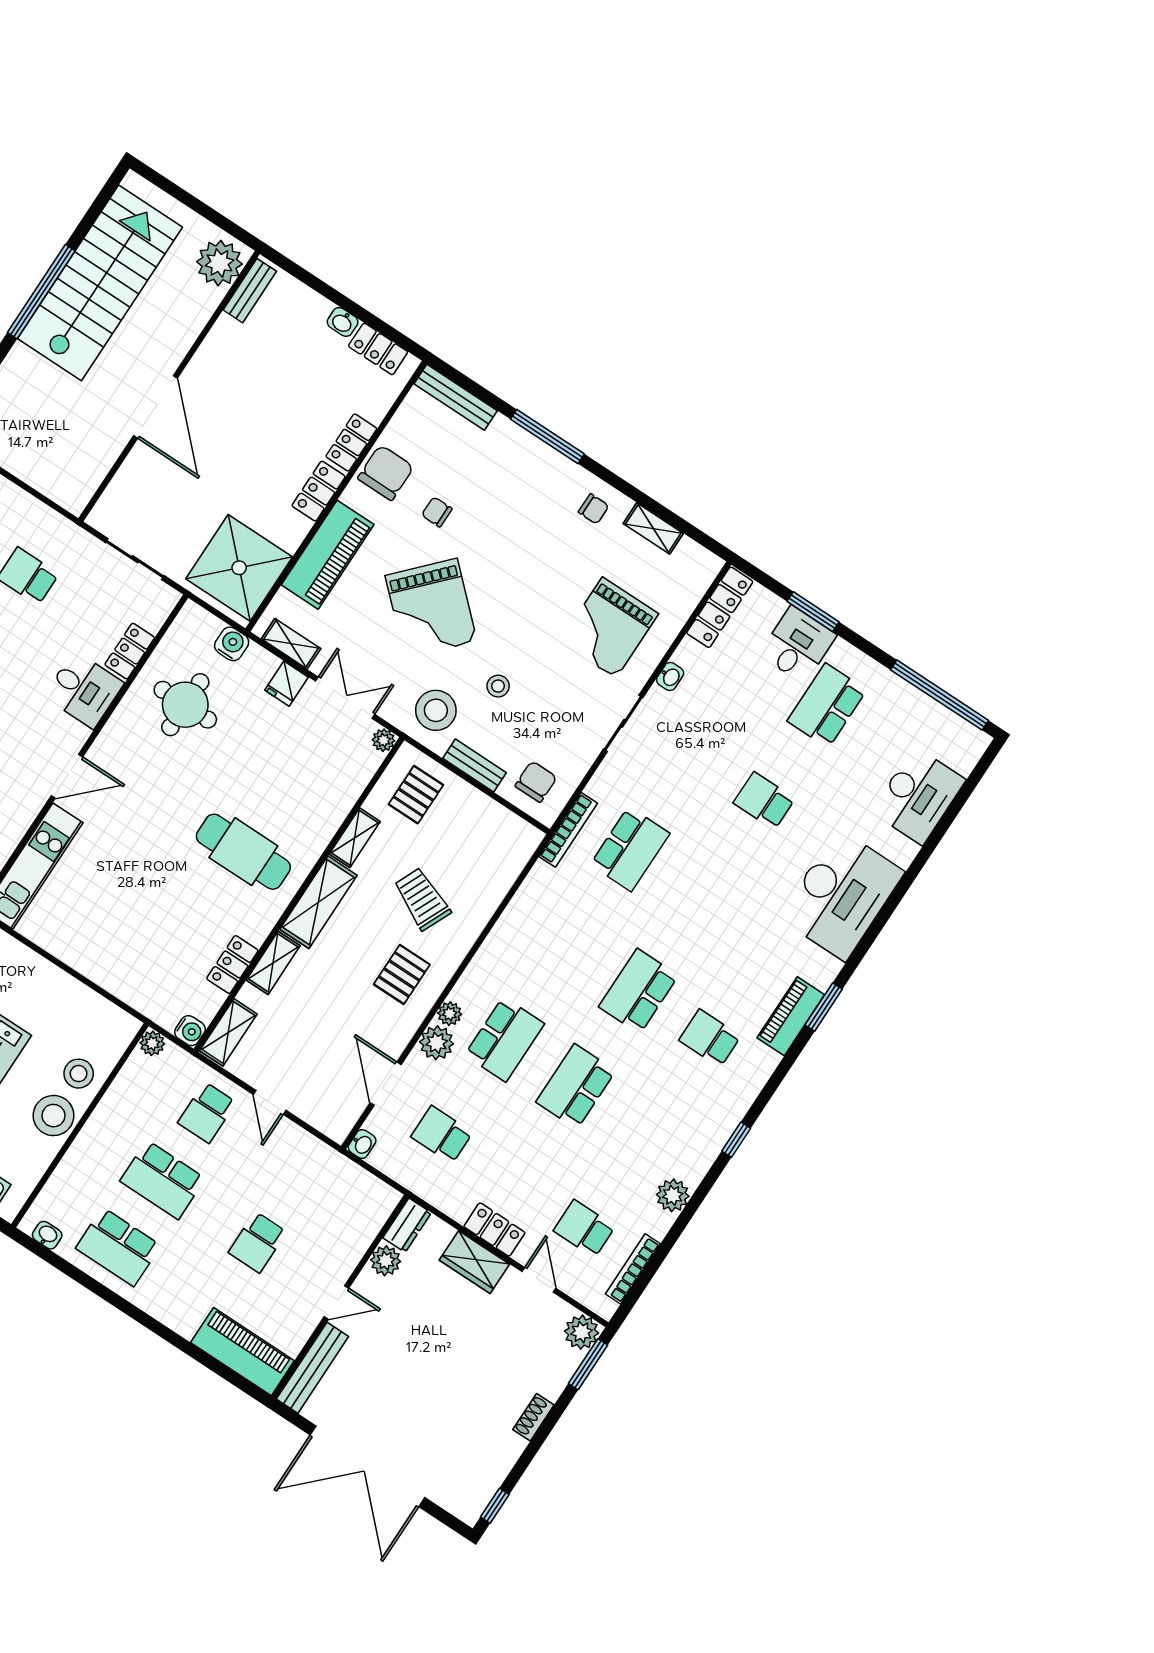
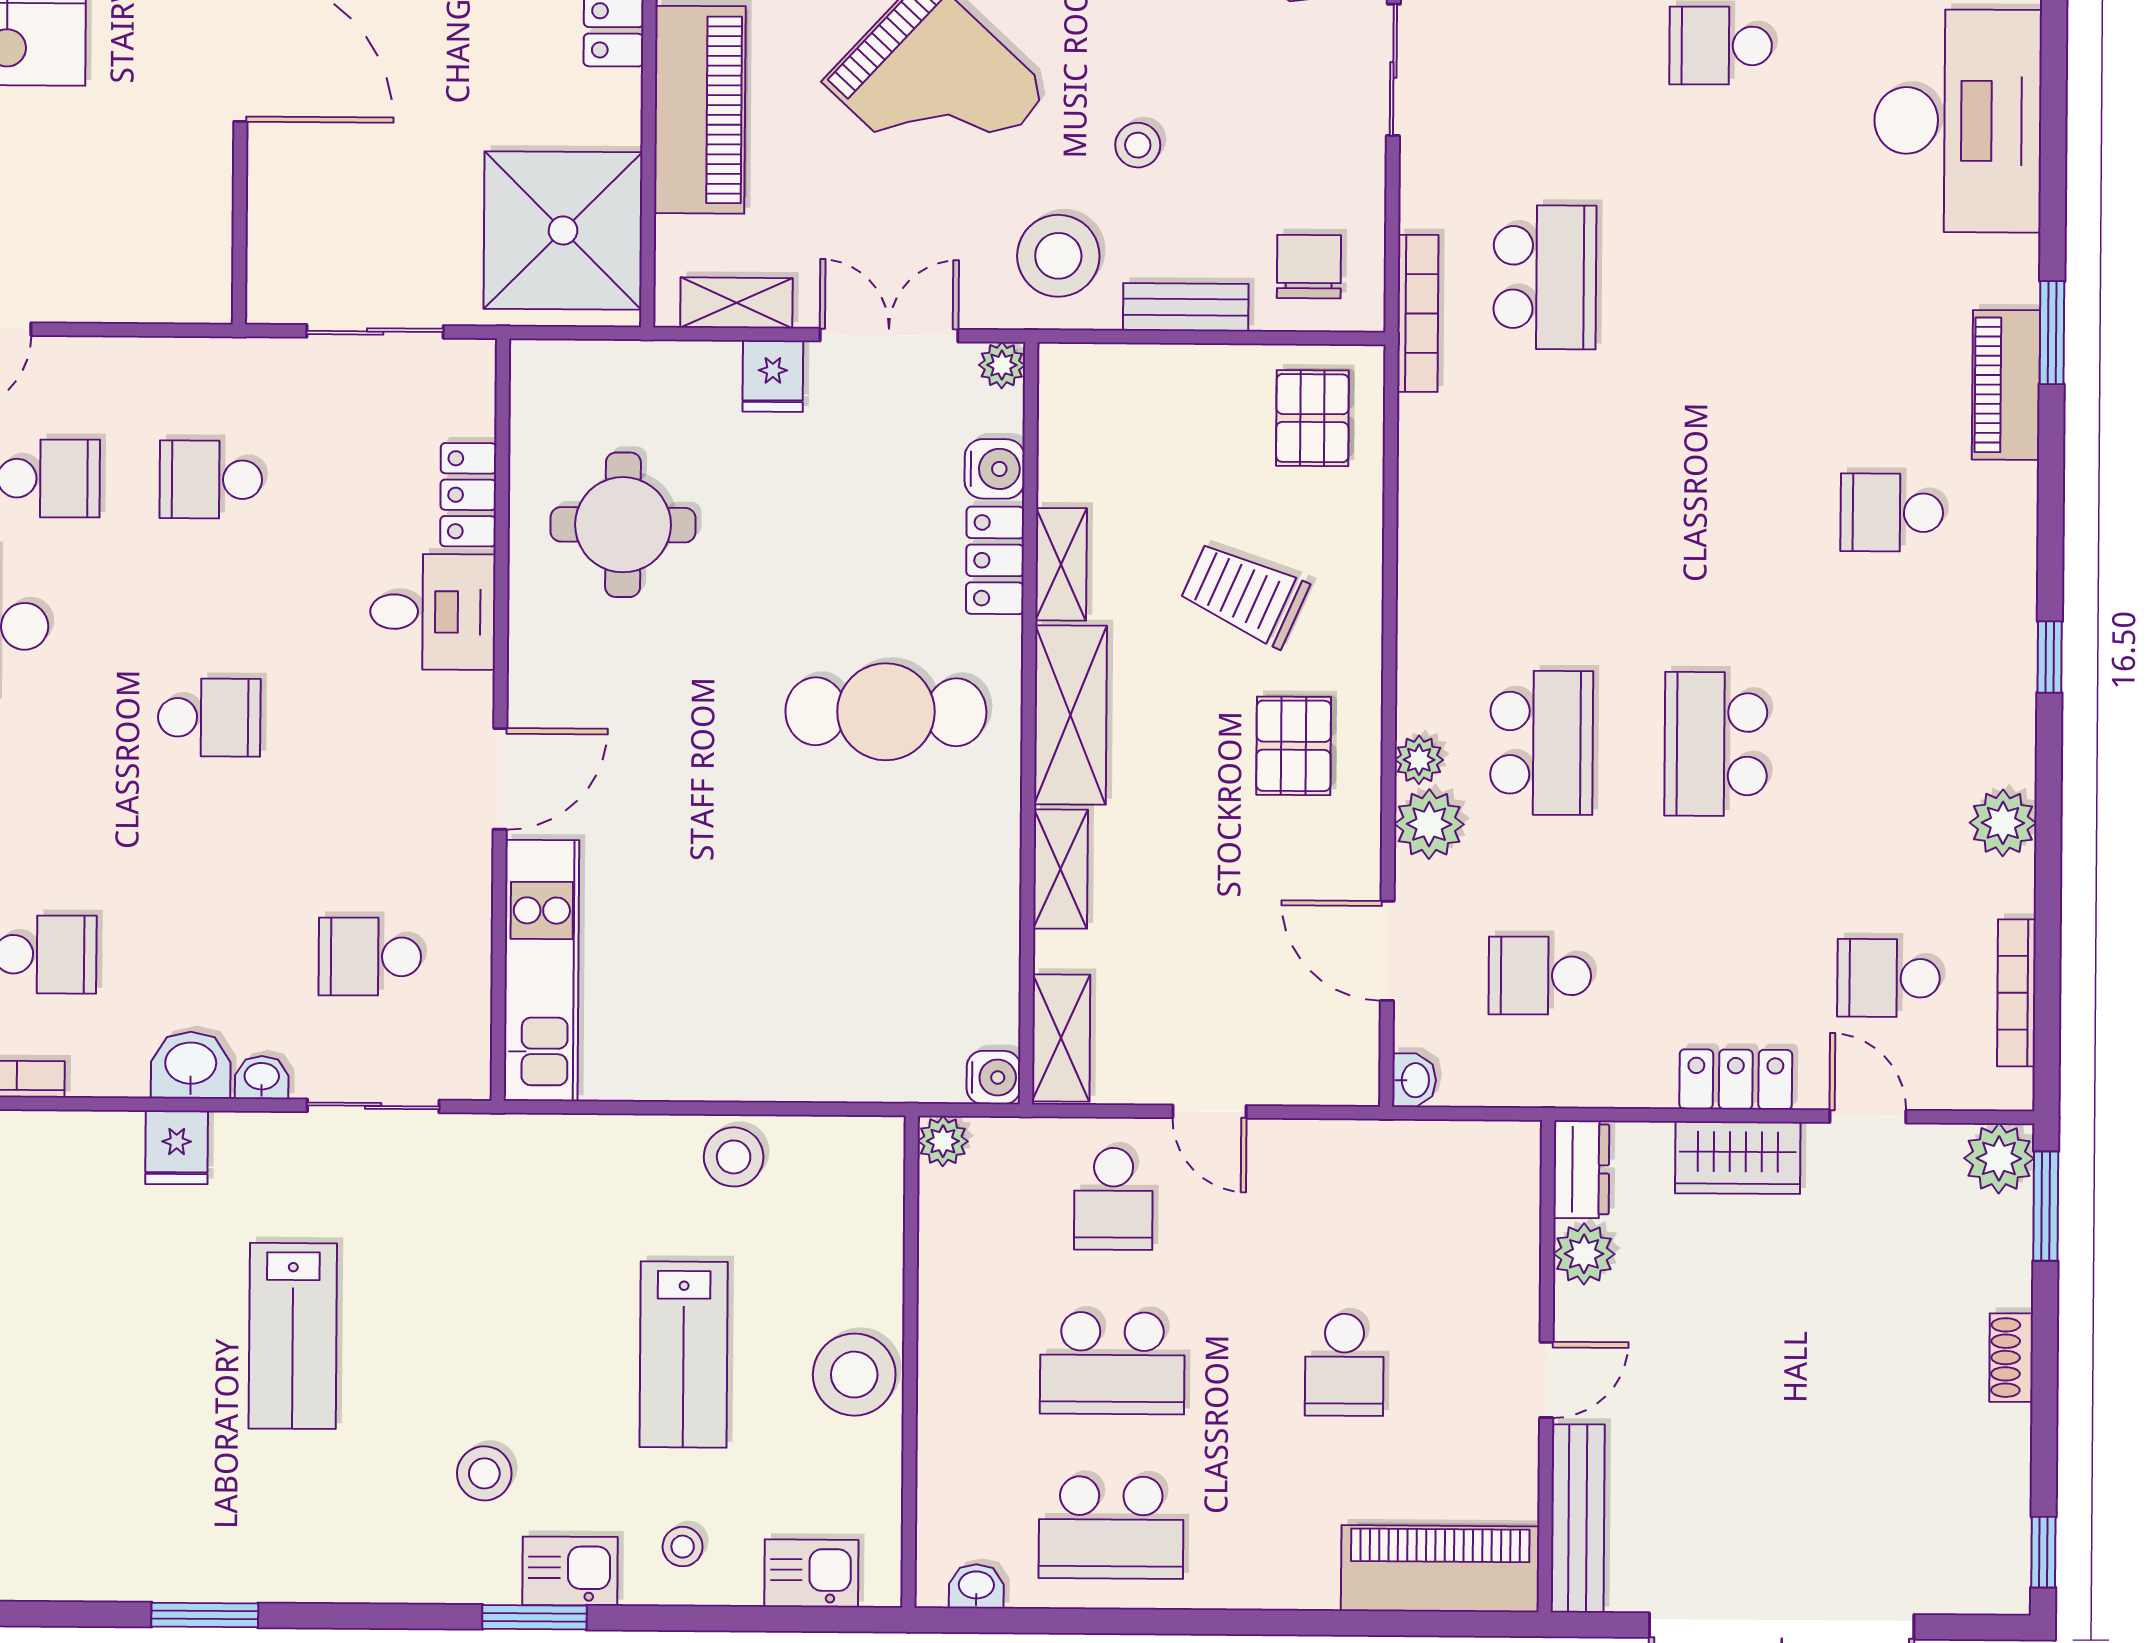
water cooler: (232, 644) -> (995, 469), moved, turned 90
pallet: (416, 795) -> (1312, 418), moved
locker: (232, 965) -> (995, 560), moved
school desk: (639, 991) -> (1717, 511), removed
stool: (79, 1074) -> (734, 1157), moved

